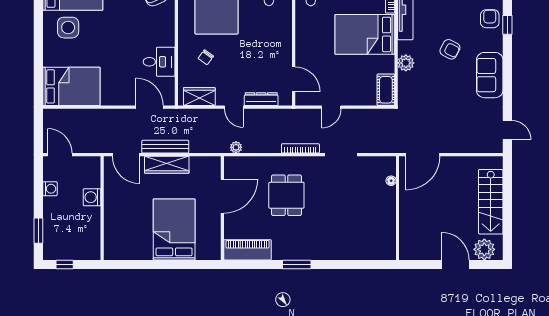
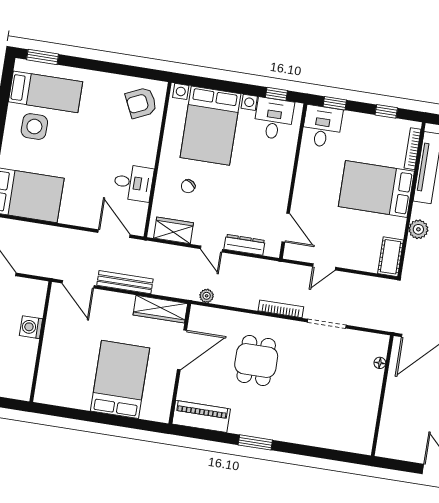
wardrobe: (167, 165) -> (160, 309), moved

